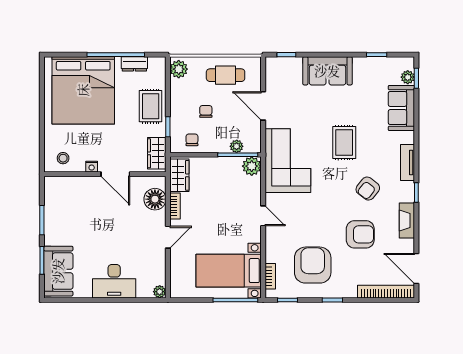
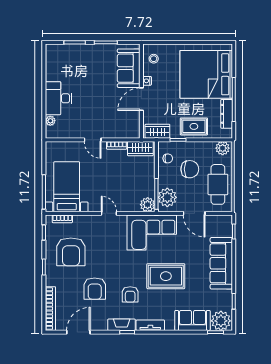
dresser: (134, 64) -> (227, 114), width x1.44
sofa: (327, 71) -> (221, 263), width x1.36
cafe table: (226, 75) -> (218, 184), width x1.37, depth x1.35
plant: (408, 77) -> (221, 321), width x1.87, depth x1.87
door: (263, 106) -> (194, 213), swing flipped
chair: (206, 111) -> (190, 169), width x1.87, depth x1.87
rug: (344, 142) -> (166, 276), width x1.36, depth x1.43
plant: (237, 146) -> (167, 197), width x1.87, depth x1.87
armchair: (368, 189) -> (130, 294), turned -128
floor lamp: (155, 199) -> (122, 130), removed
door: (263, 216) -> (109, 213), swing flipped
fireplace: (407, 220) -> (122, 325), moved
armchair: (313, 265) -> (71, 252), turned 90
door: (416, 268) -> (78, 332), moved
sofa: (58, 271) -> (129, 68), moved, turned 90
plant: (160, 292) -> (50, 121), moved

